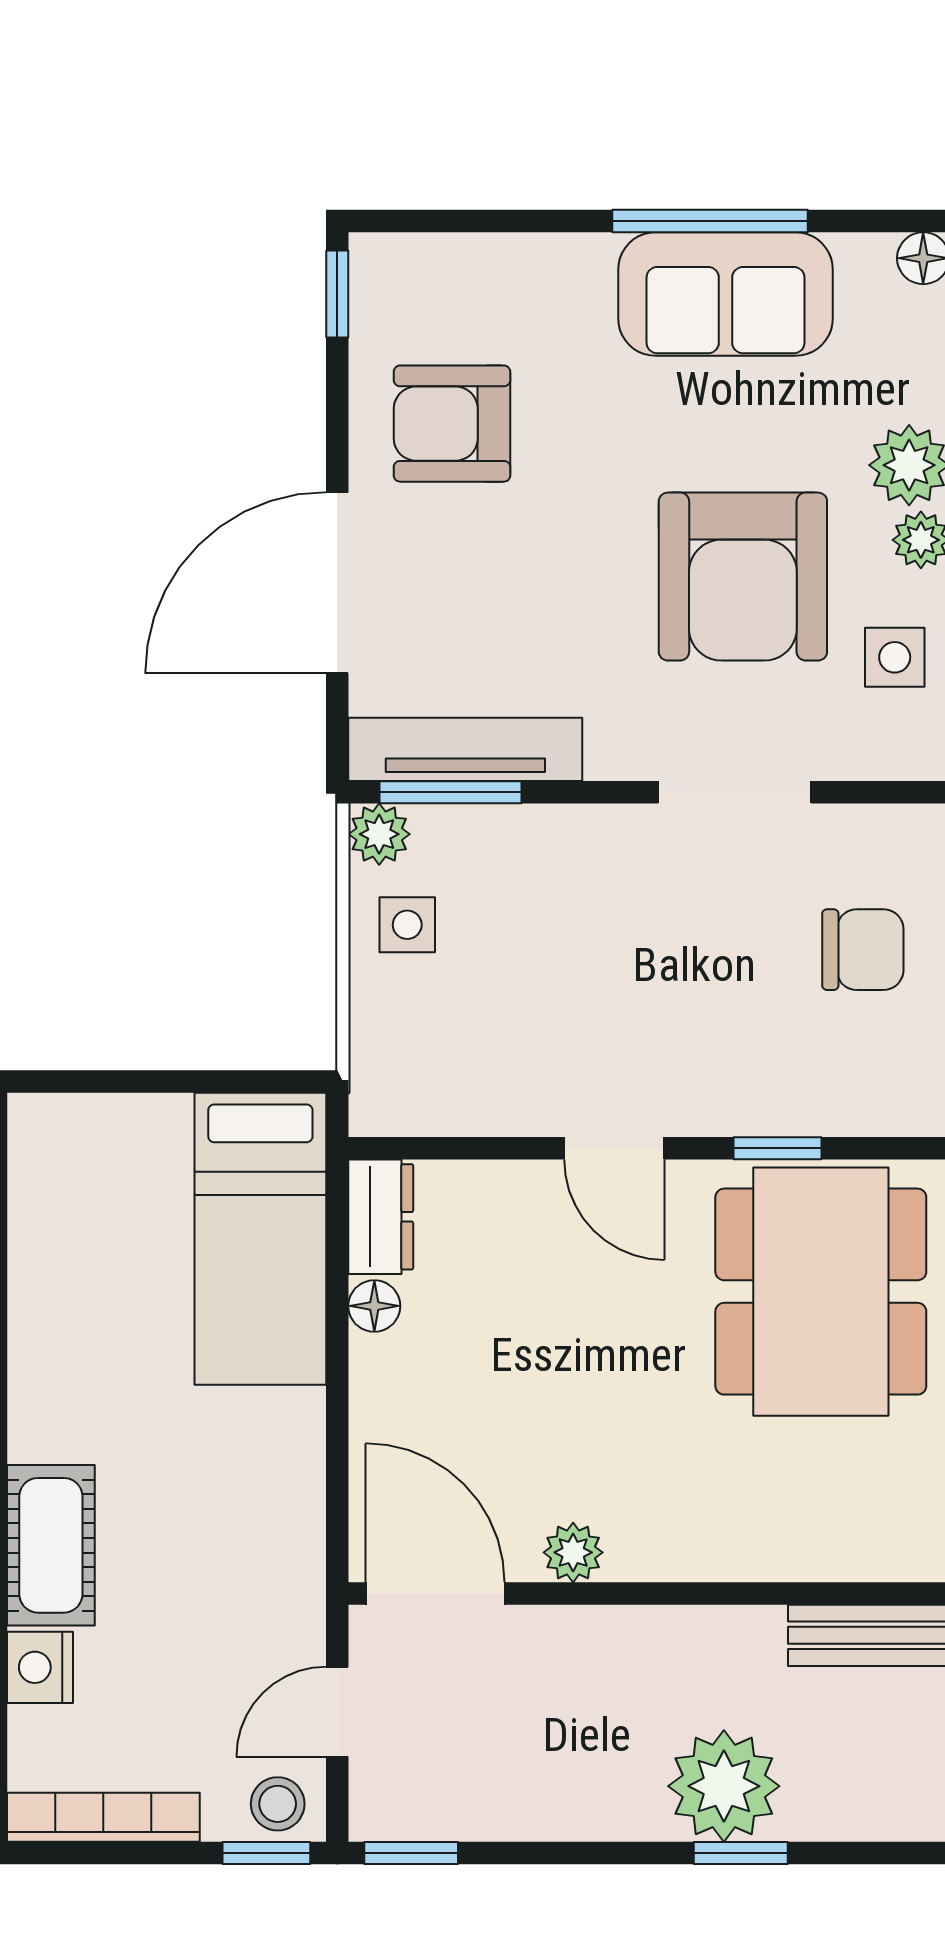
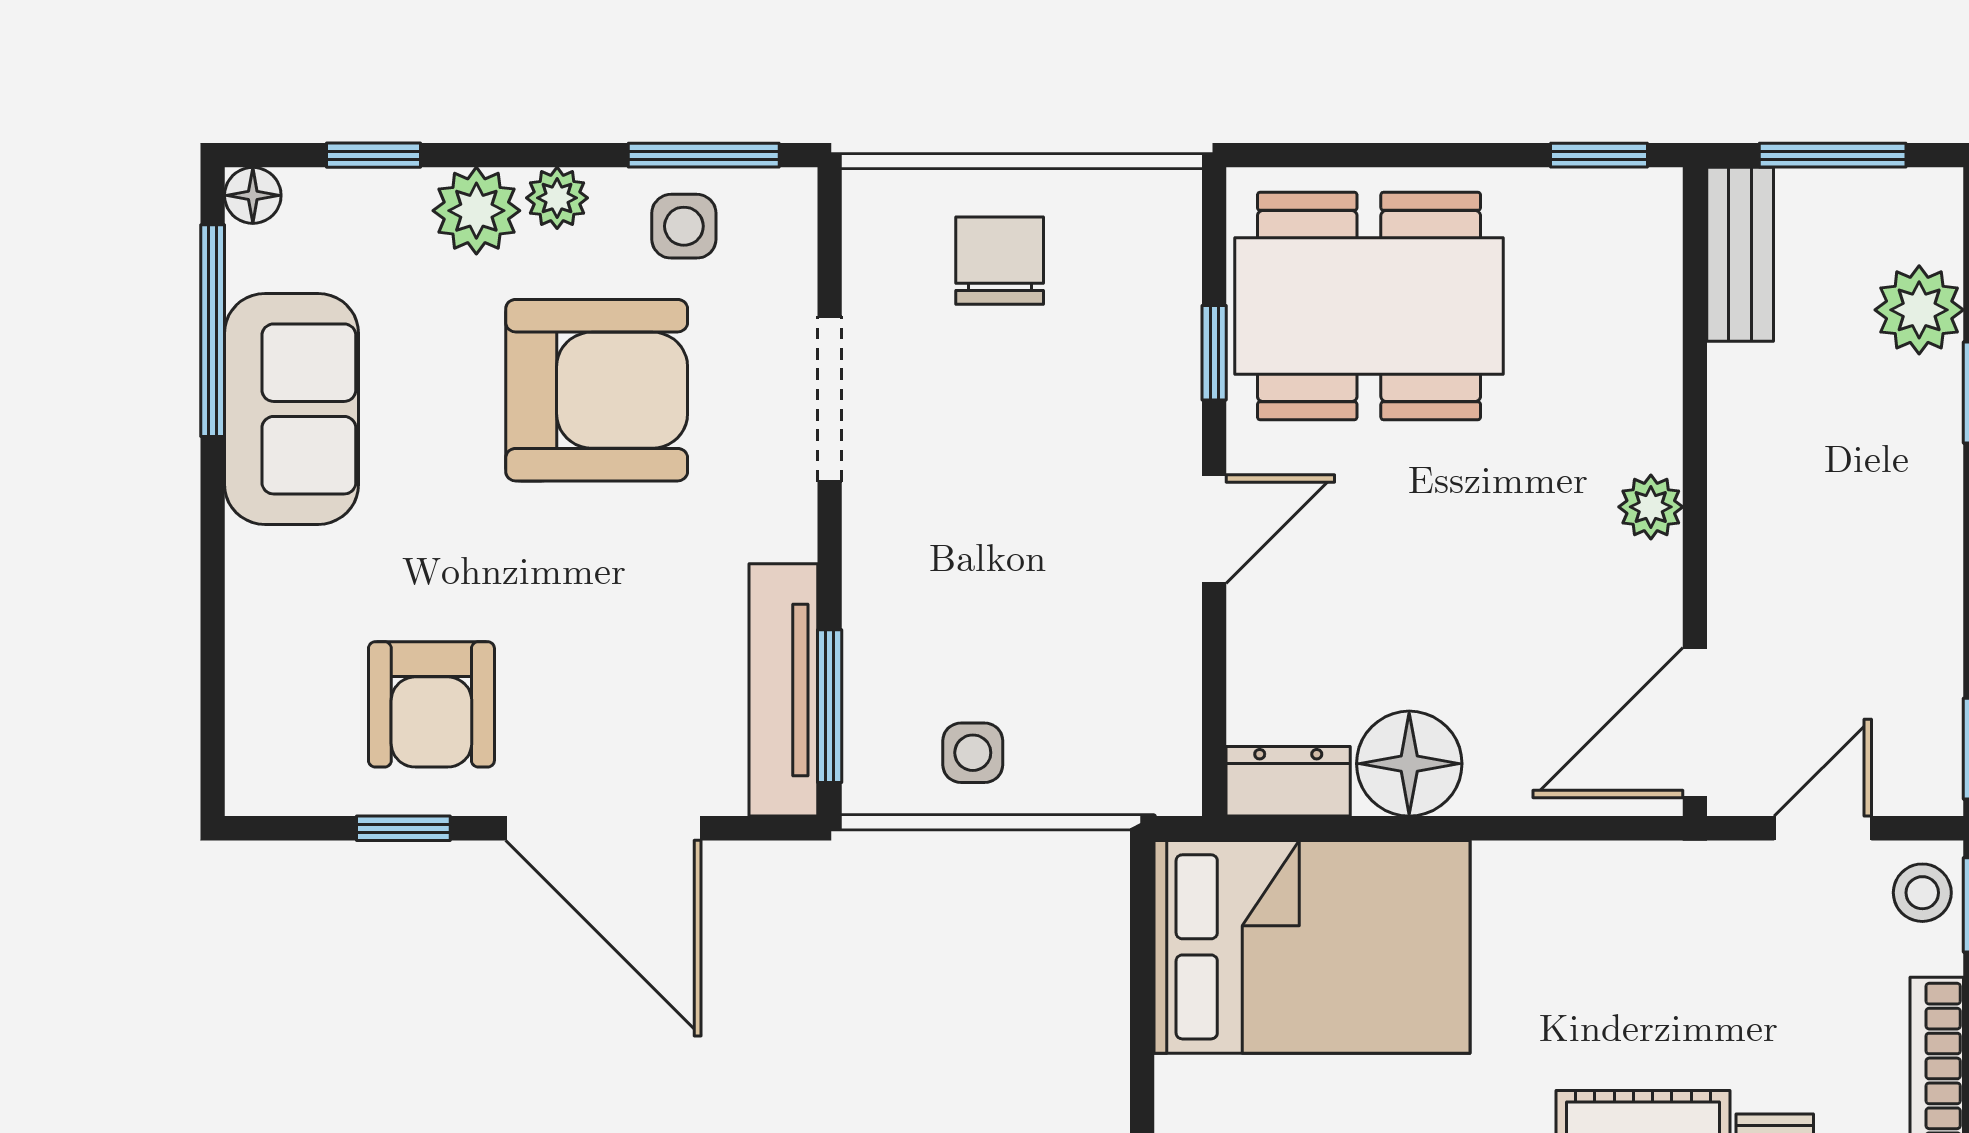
window: (710, 221) -> (213, 331), moved
window: (337, 294) -> (403, 828), moved
plant: (379, 834) -> (875, 783), removed
bed: (260, 1239) -> (1312, 947), width x1.50
floor lamp: (374, 1306) -> (1409, 764), width x1.89, depth x1.89
plant: (573, 1552) -> (1651, 507), moved
door: (337, 1712) -> (1823, 828), swing flipped
plant: (724, 1786) -> (1919, 310), moved, width x0.73, depth x0.73

